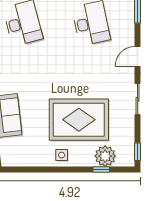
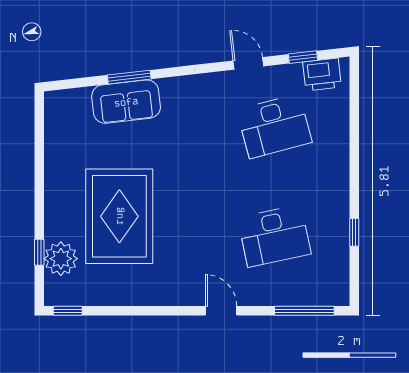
sliding door: (138, 99) -> (152, 311), removed
side table: (62, 155) -> (62, 189), removed

